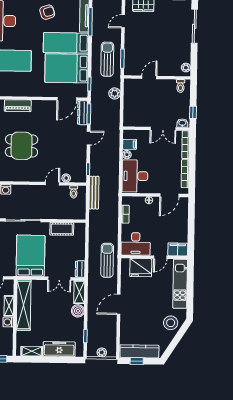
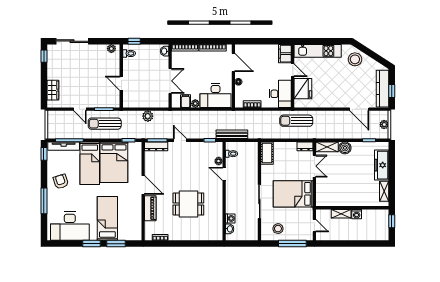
door: (123, 21) -> (80, 109), moved
plant: (115, 93) -> (148, 116), moved
door: (67, 99) -> (143, 185), moved
window: (193, 112) -> (134, 41), moved
double door: (163, 129) -> (170, 81), moved
dining table: (22, 146) -> (188, 204), turned 90
cot: (62, 229) -> (267, 153), moved
door: (119, 304) -> (359, 109), moved
shelving: (24, 305) -> (340, 200), removed

